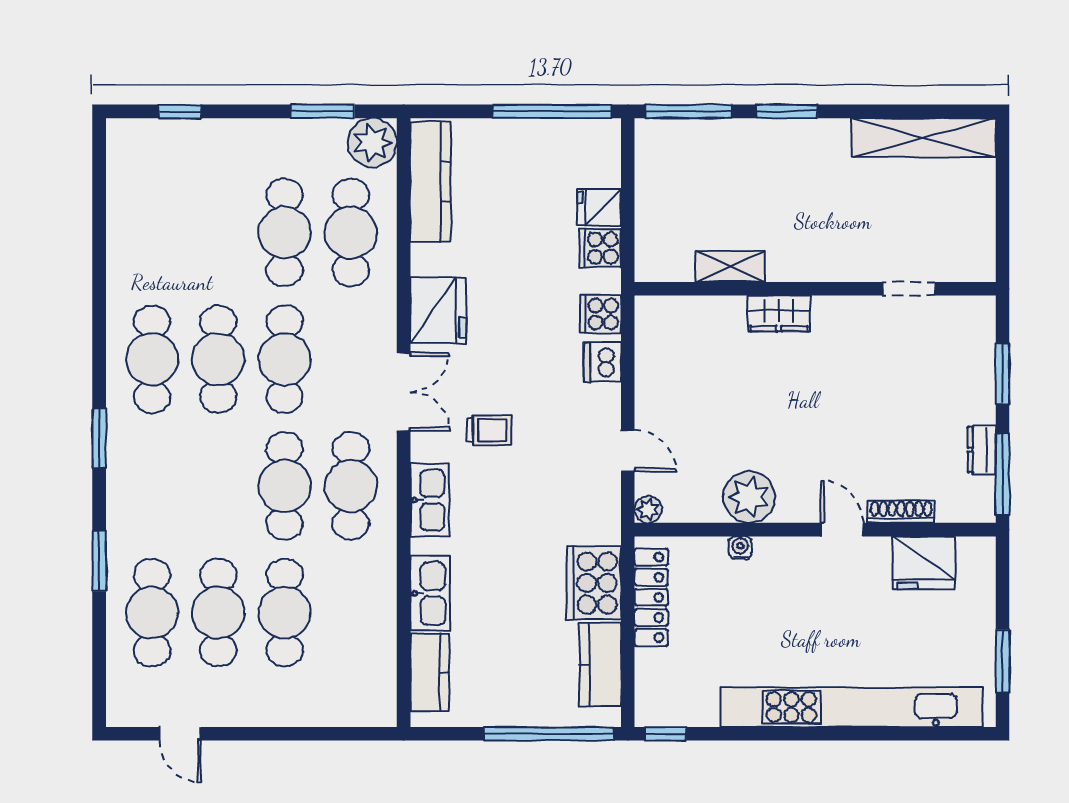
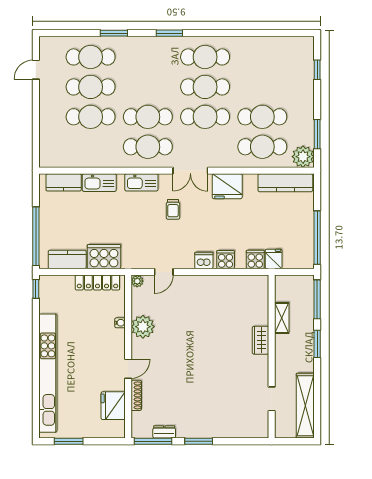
shelving: (730, 266) -> (282, 318), moved
wall: (815, 289) -> (272, 357), moved
doorway: (908, 289) -> (272, 399), moved
wardrobe: (779, 314) -> (260, 340), moved

